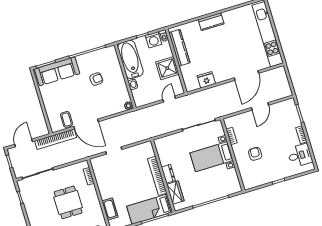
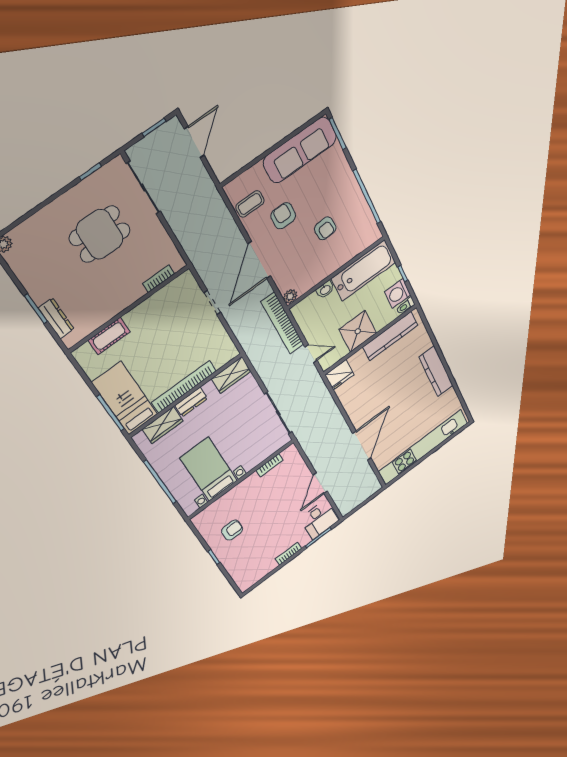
kitchen counter: (211, 22) -> (436, 371), width x1.50
sofa: (57, 71) -> (300, 150), moved, turned -90
door: (246, 76) -> (362, 446), swing flipped
fridge: (206, 80) -> (339, 375), moved, turned 90
armchair: (80, 102) -> (283, 216), added
door: (260, 106) -> (320, 483), hinge flipped
door: (86, 124) -> (259, 260), moved
bookcase: (56, 139) -> (282, 323), moved
door: (24, 143) -> (194, 142), hinge flipped
wardrobe: (162, 148) -> (231, 375), added
armchair: (255, 154) -> (232, 530), moved
desk: (300, 155) -> (319, 520), moved
bed with nightstands: (212, 157) -> (209, 469), moved
dining table: (68, 202) -> (100, 234), moved

